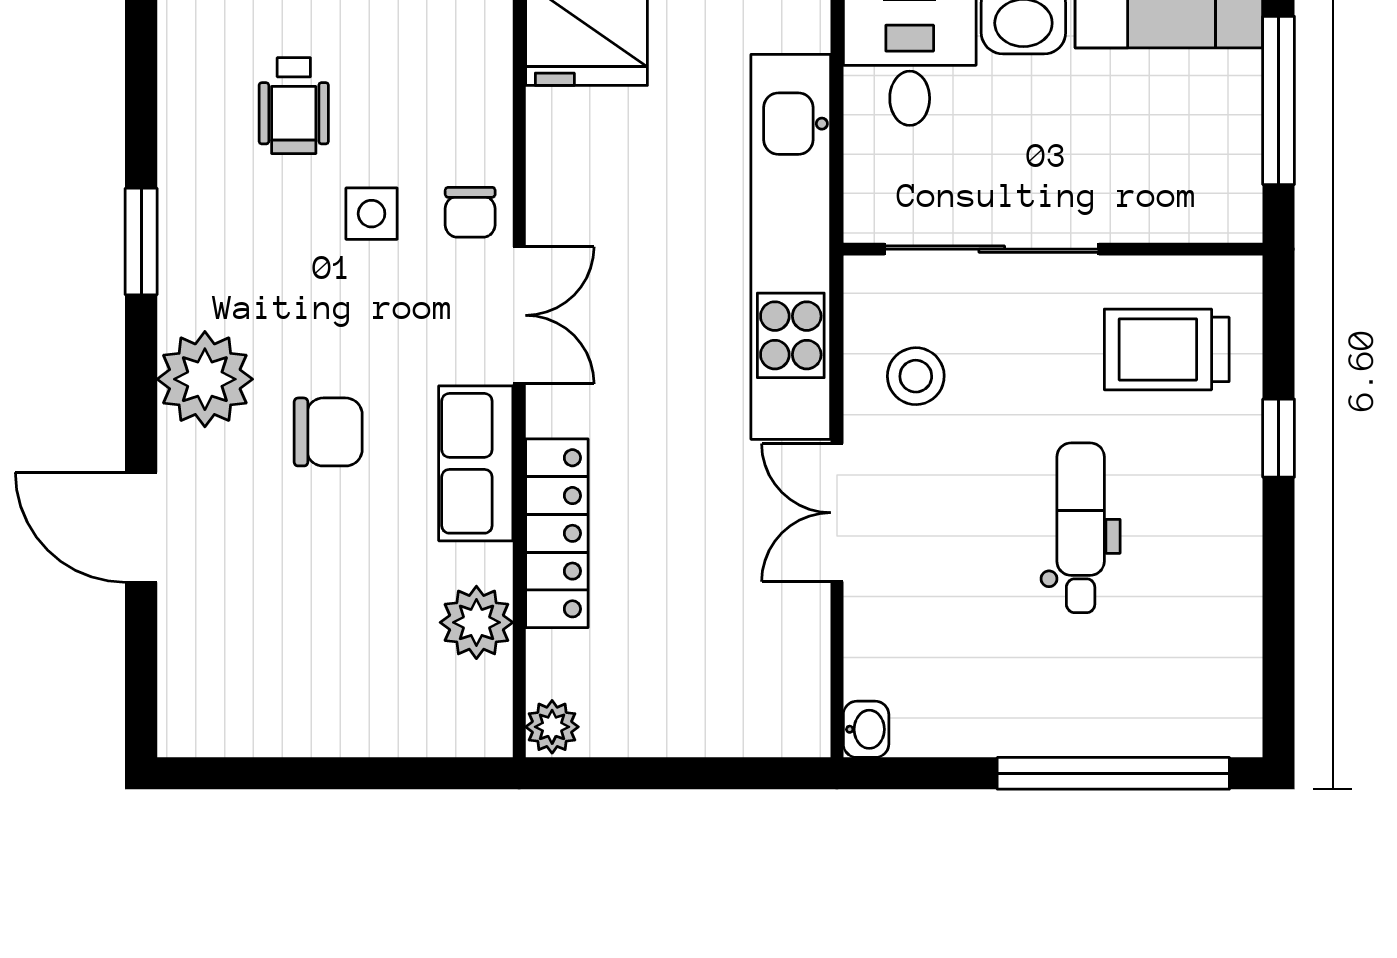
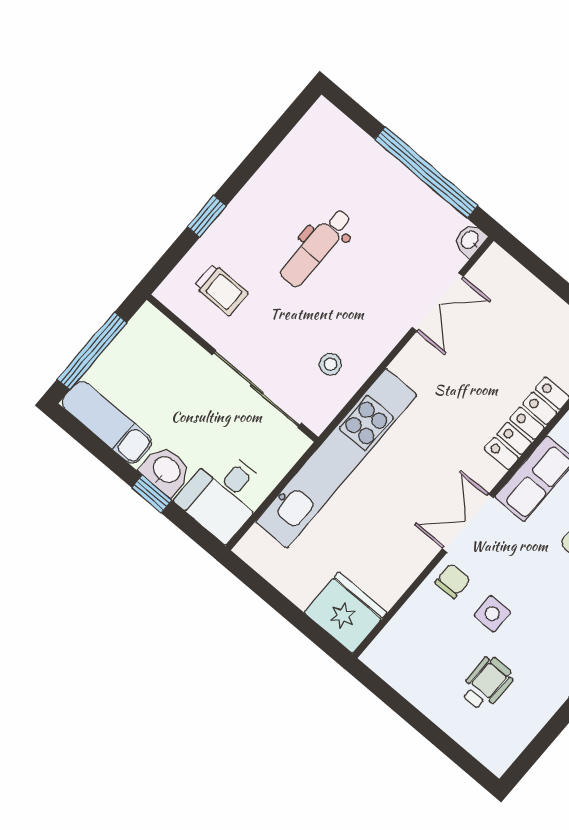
trolley: (1167, 349) -> (221, 290), width x0.73, depth x0.72
stool: (916, 376) -> (330, 364), width x0.73, depth x0.73
double door: (837, 513) -> (438, 302), moved
window: (1113, 773) -> (426, 173), moved

